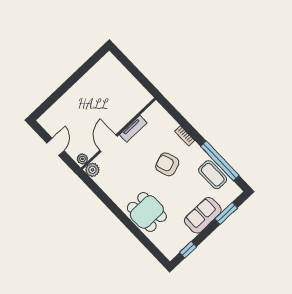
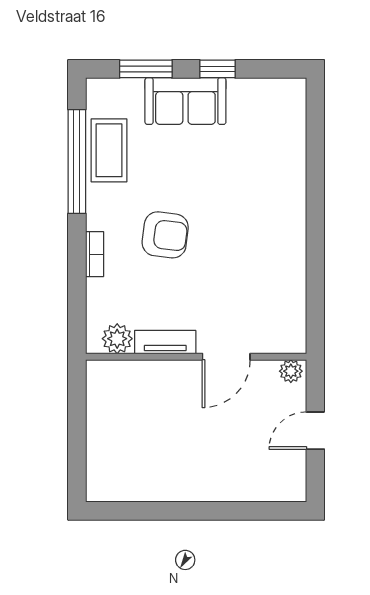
armchair: (167, 164) -> (165, 235), turned -64
plant: (92, 170) -> (117, 339), moved
dining table: (147, 212) -> (269, 190), removed
window: (188, 250) -> (218, 69), moved

